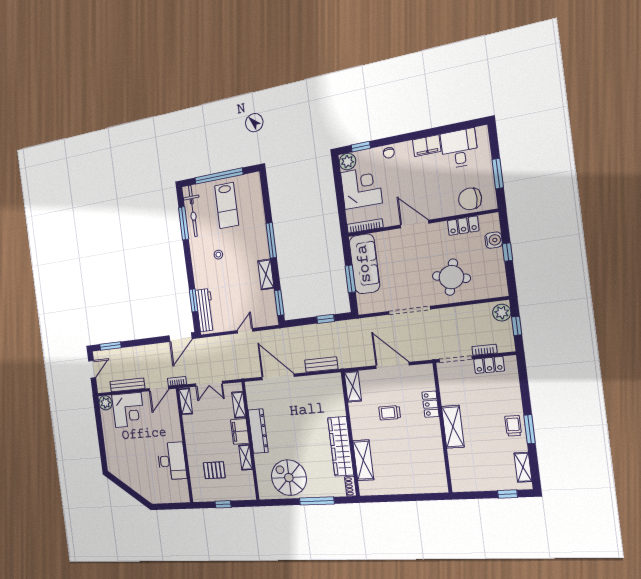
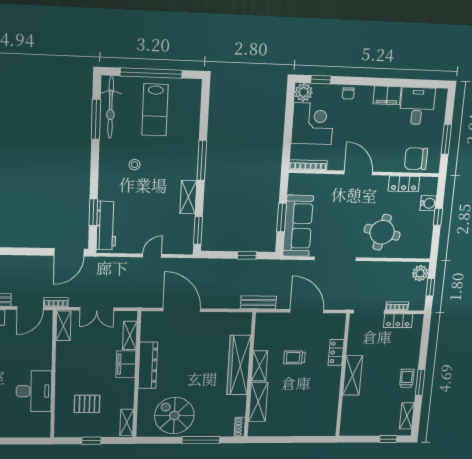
sofa: (364, 264) -> (298, 226), moved
bench: (321, 365) -> (258, 302), moved
shelving: (353, 386) -> (259, 366), moved
wardrobe: (341, 446) -> (239, 365), moved
shelving: (246, 457) -> (127, 422), moved

